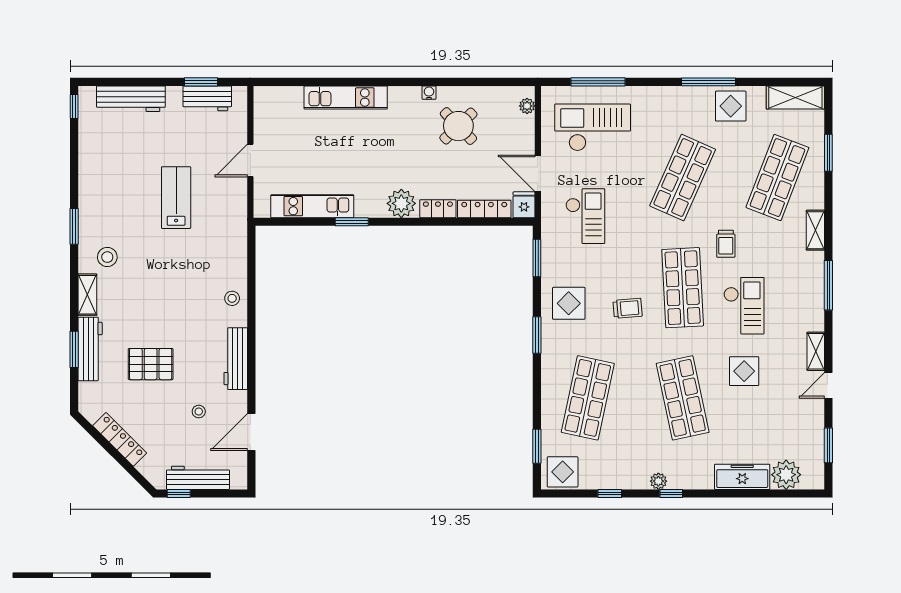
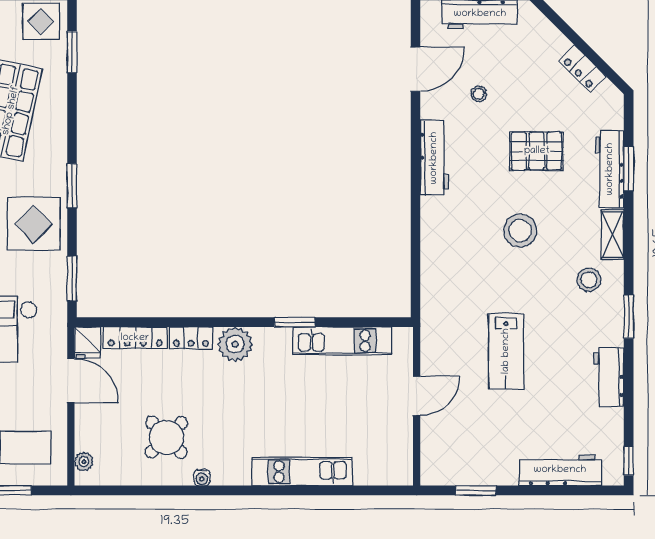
workbench: (207, 98) -> (609, 377), moved, turned -90
stool: (232, 298) -> (520, 231), moved, width x1.89, depth x1.89
display table: (569, 303) -> (34, 224), width x1.36, depth x1.36
locker: (120, 439) -> (582, 69), width x0.66

